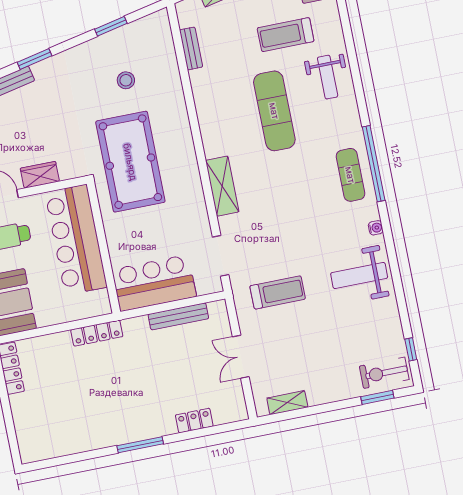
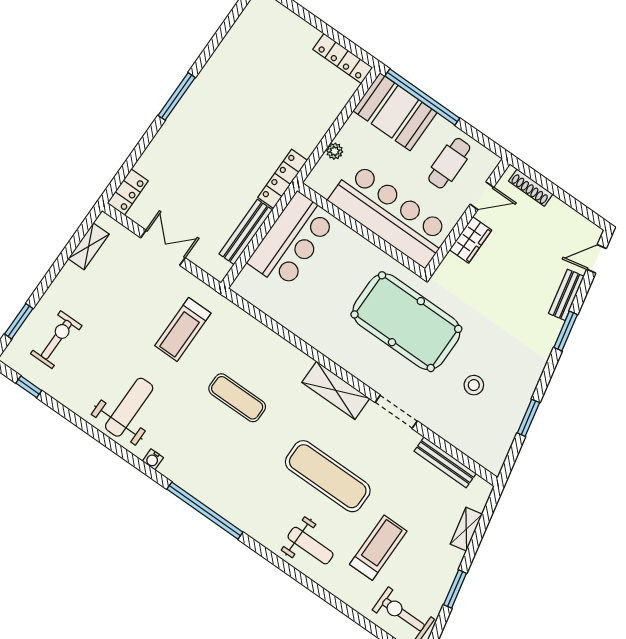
bench: (191, 48) -> (445, 462), width x1.36
weight bench: (328, 77) -> (311, 546), turned 180
exercise mat: (350, 175) -> (237, 398), moved
shelving: (222, 186) -> (336, 390), moved
doorway: (221, 256) -> (396, 412), moved
plant: (73, 314) -> (335, 151), added
locker: (97, 333) -> (283, 179), moved
exercise bike: (384, 373) -> (56, 340), moved
locker: (194, 421) -> (128, 192), moved

